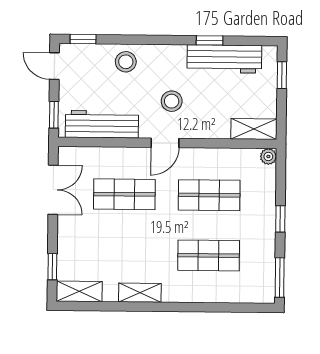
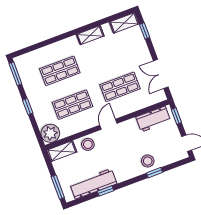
window: (83, 39) -> (154, 173), moved
window: (282, 75) -> (58, 187), width x1.50
stool: (172, 101) -> (88, 144), moved
workbench: (102, 124) -> (153, 119), width x0.73
plant: (268, 156) -> (50, 133), width x1.87, depth x1.87

